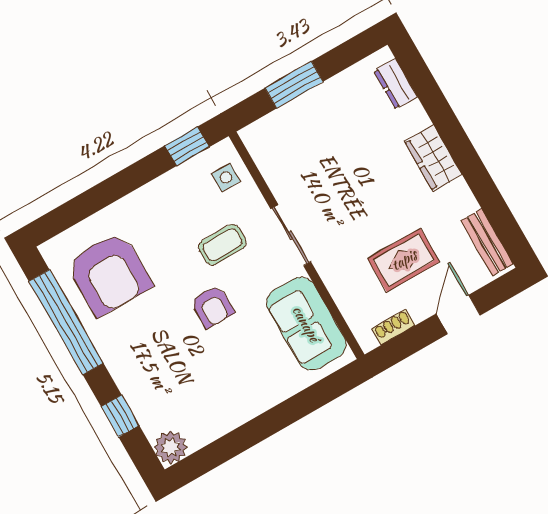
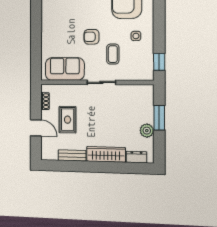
plant: (333, 94) -> (147, 131), added
wardrobe: (433, 158) -> (106, 154), width x1.50
side table: (226, 178) -> (136, 36), moved
bench: (487, 242) -> (72, 155), moved

